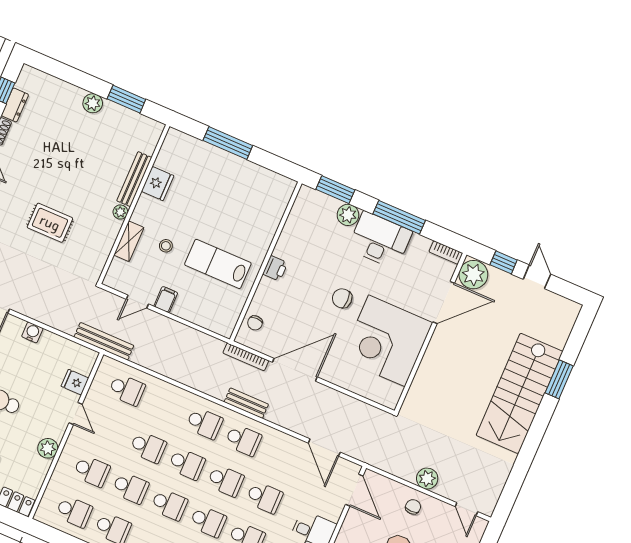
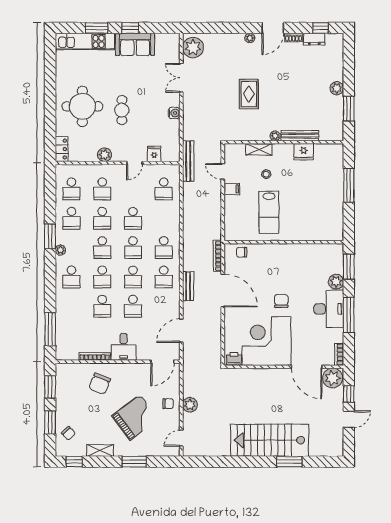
lab bench: (218, 264) -> (269, 212), turned 180
printer: (275, 268) -> (234, 359), moved, turned 180
bench: (246, 403) -> (188, 286), moved

